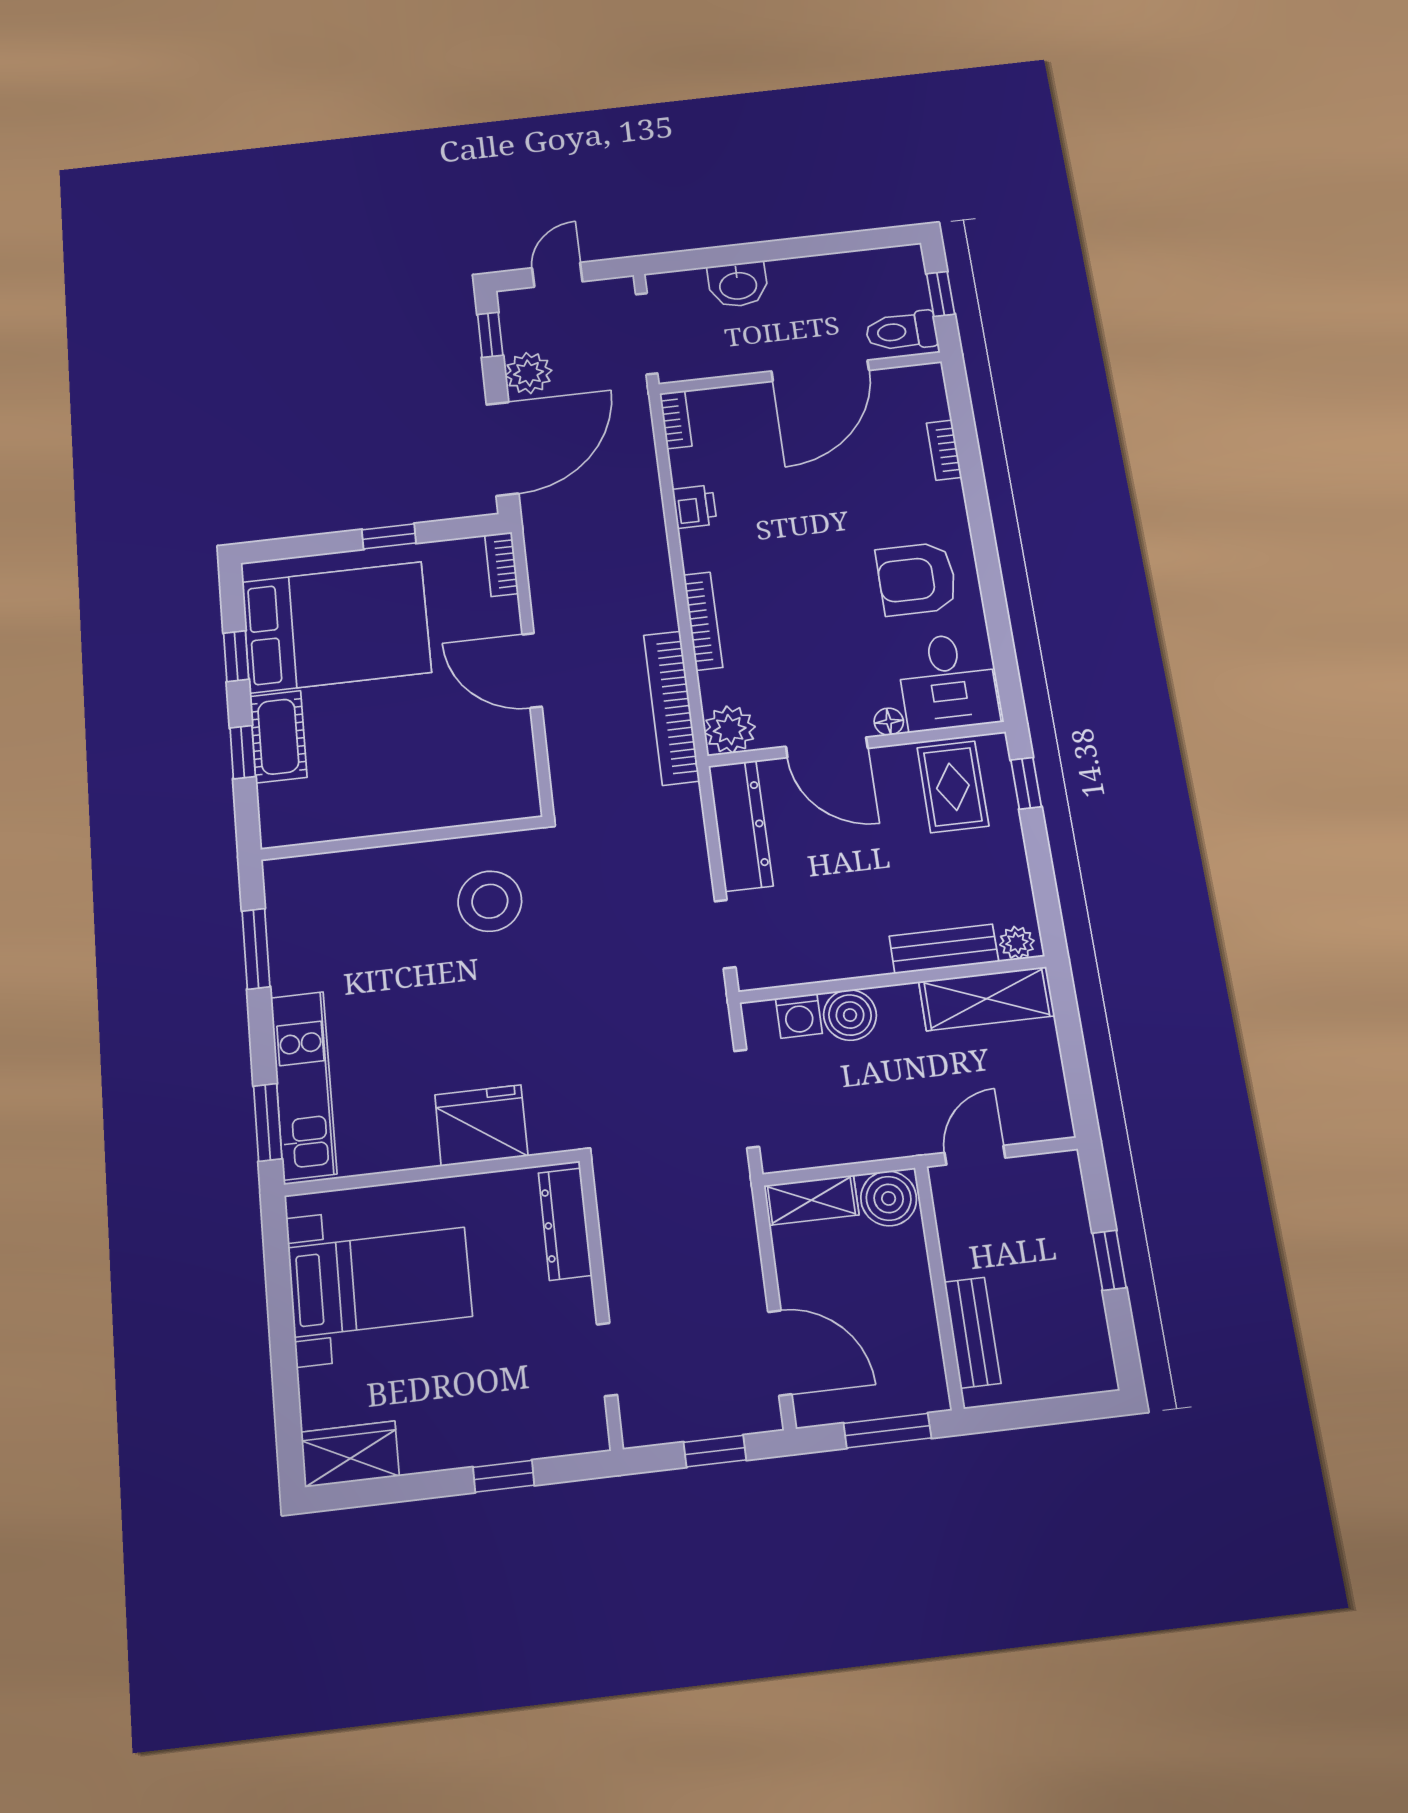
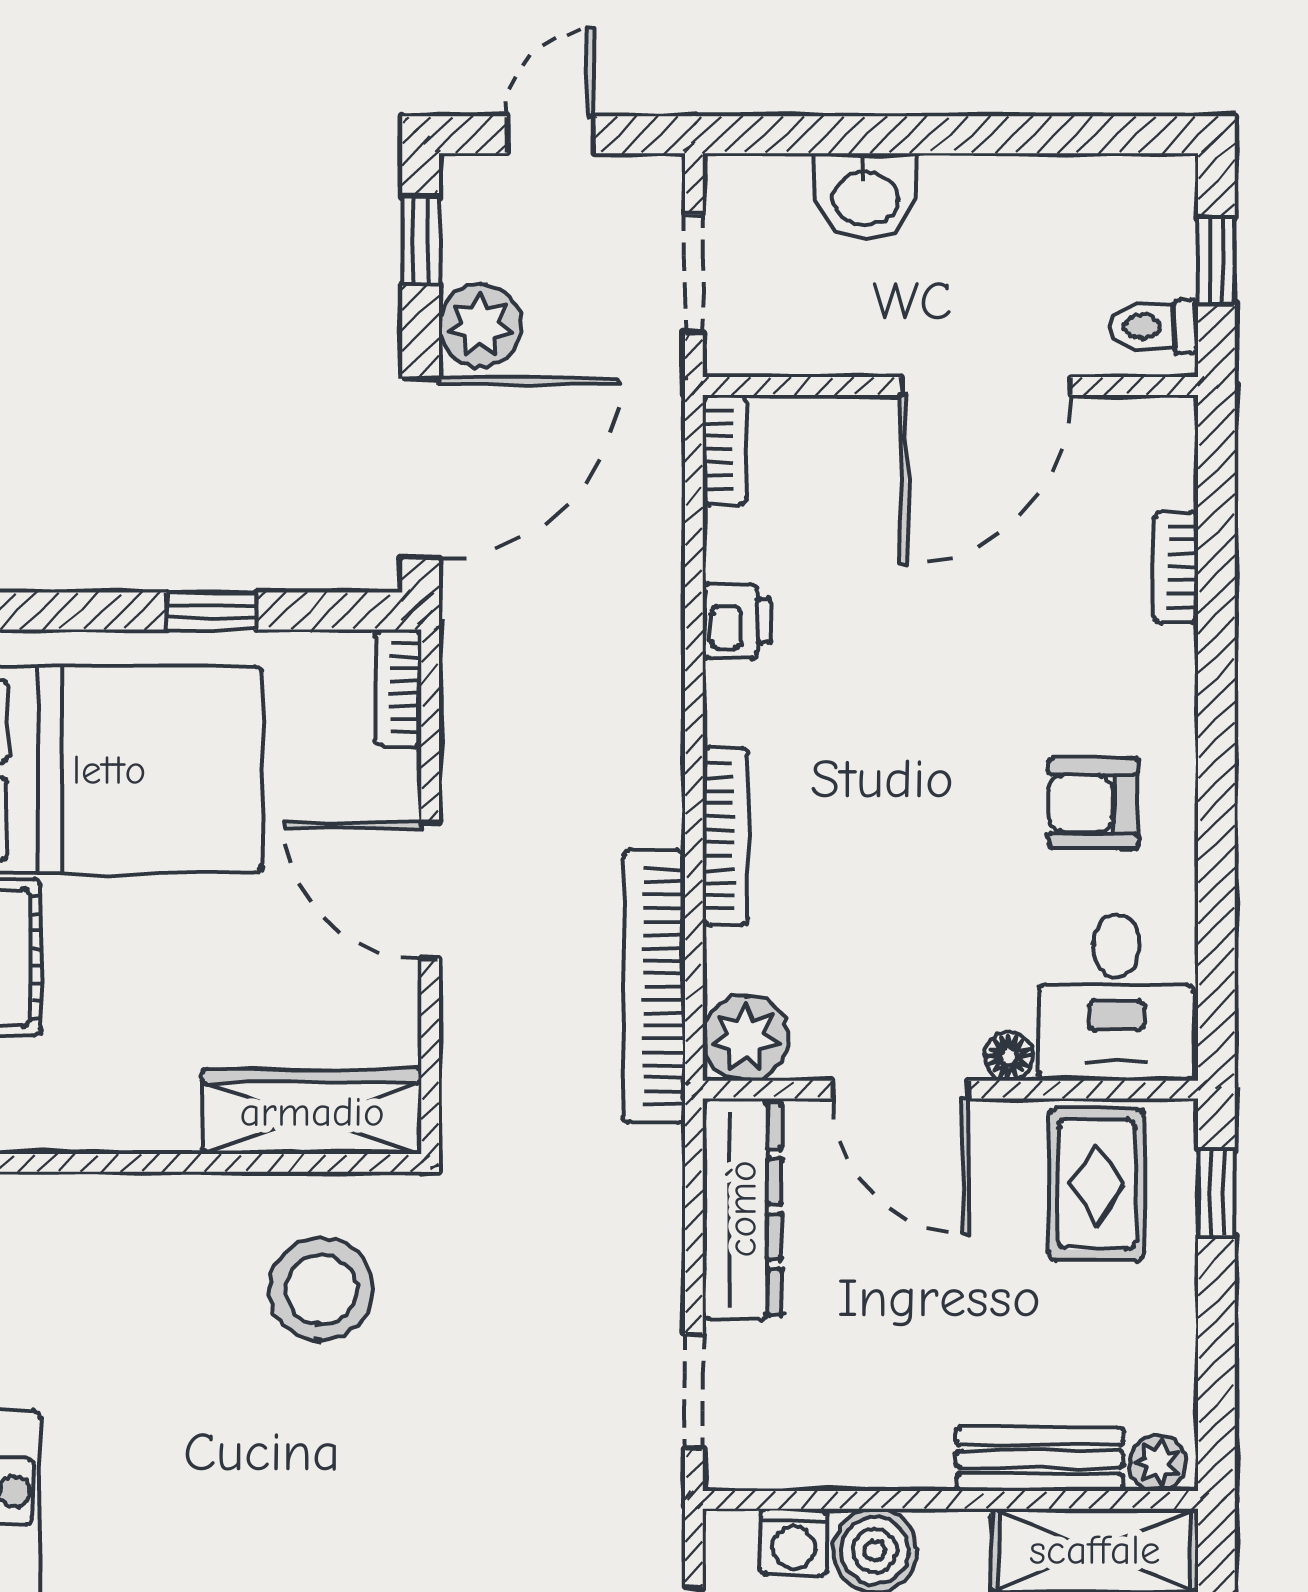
toilet: (901, 331) -> (1154, 326), width x0.73, depth x0.72
doorway: (647, 334) -> (694, 274), width x0.73
armchair: (917, 579) -> (1093, 804), width x0.72, depth x0.72
wardrobe: (474, 801) -> (312, 1112), added

